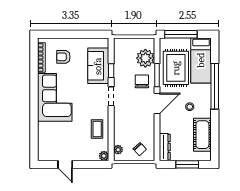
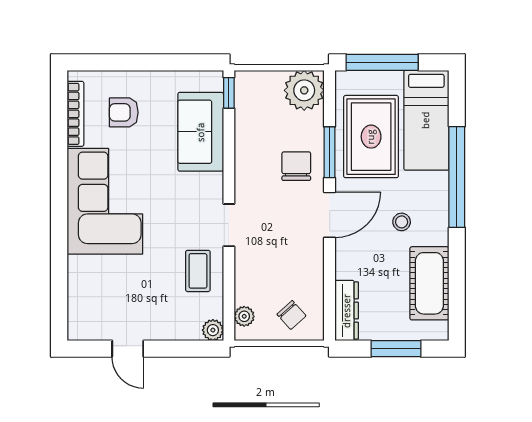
plant: (145, 58) -> (304, 90), moved
window: (111, 71) -> (229, 93), moved
doorway: (111, 96) -> (229, 225), moved

